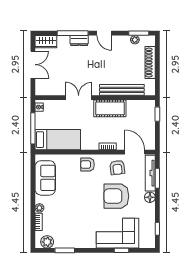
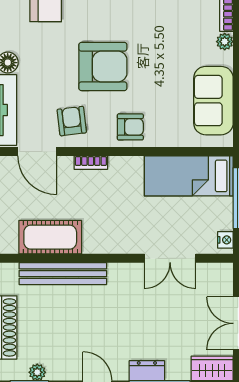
double door: (79, 98) -> (170, 258), moved
cot: (110, 108) -> (50, 237), moved
armchair: (116, 196) -> (103, 67), moved

